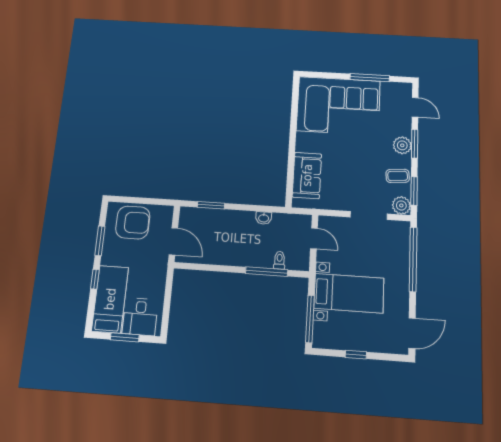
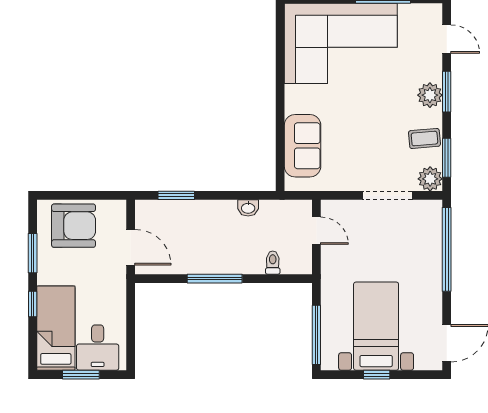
window: (267, 272) -> (215, 279), moved
bed with nightstands: (349, 293) -> (376, 326), moved, turned -90

